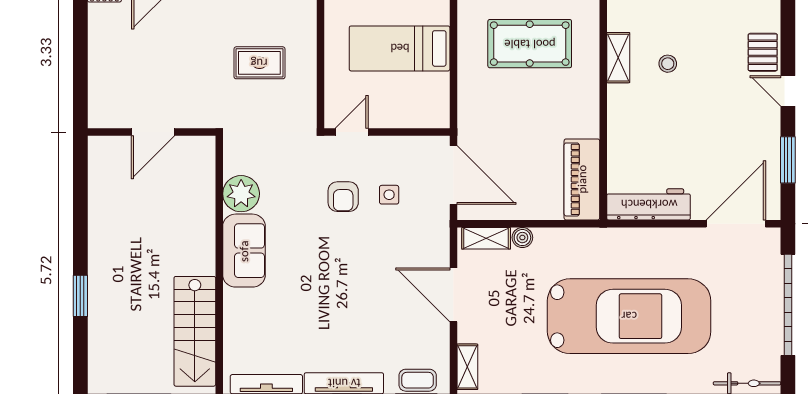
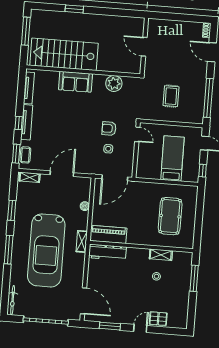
workbench: (649, 204) -> (107, 252), moved, turned 90
shelving: (486, 238) -> (82, 241), moved
sofa: (244, 251) -> (75, 82), moved
stairs: (195, 331) -> (64, 54), width x1.36, depth x1.51

